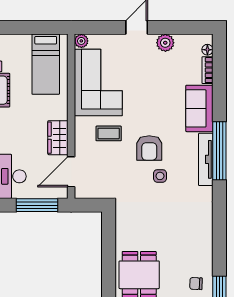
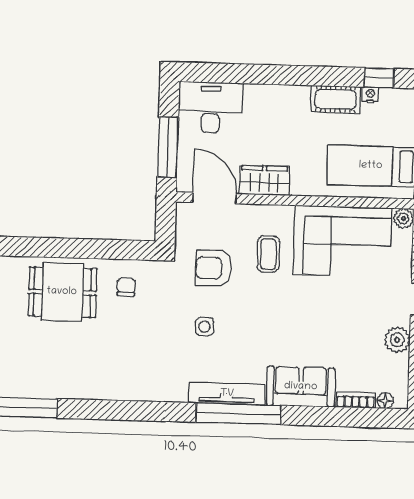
armchair: (149, 148) -> (214, 268), moved
chair: (196, 284) -> (126, 287), moved

